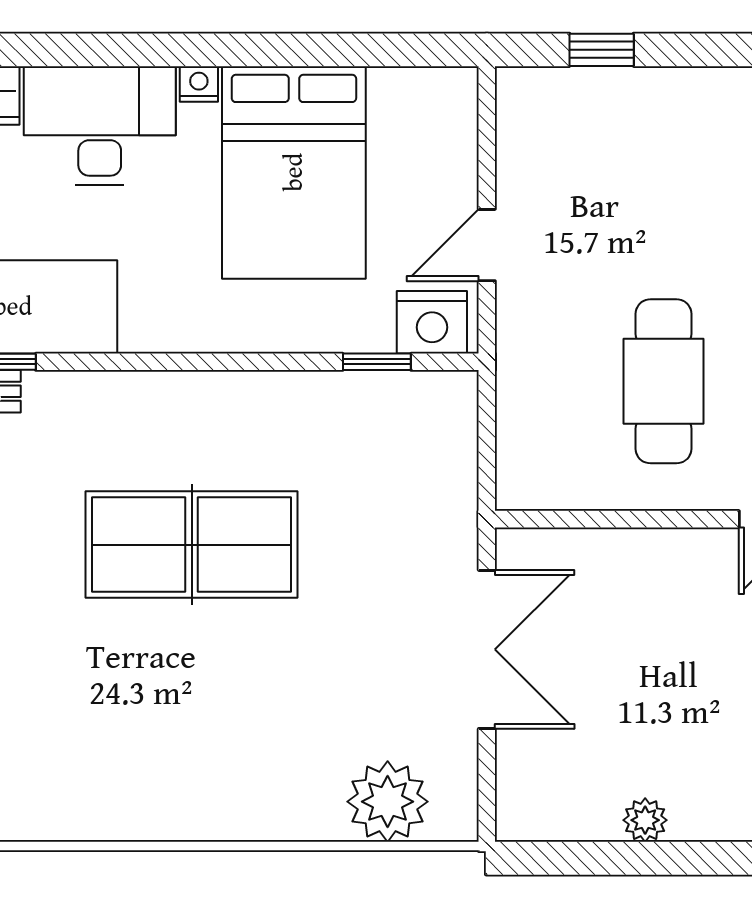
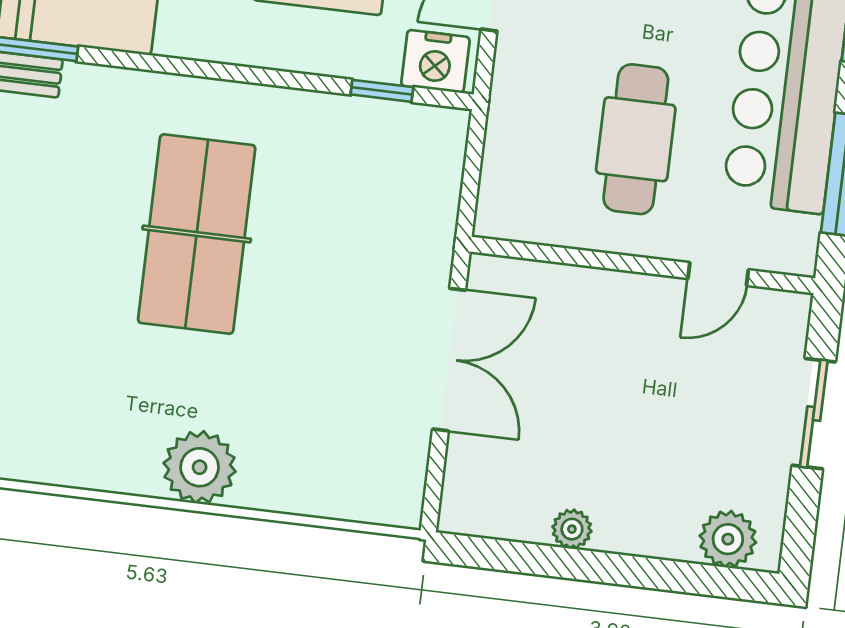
table tennis table: (192, 545) -> (197, 234), turned 90
plant: (388, 802) -> (200, 467), moved

